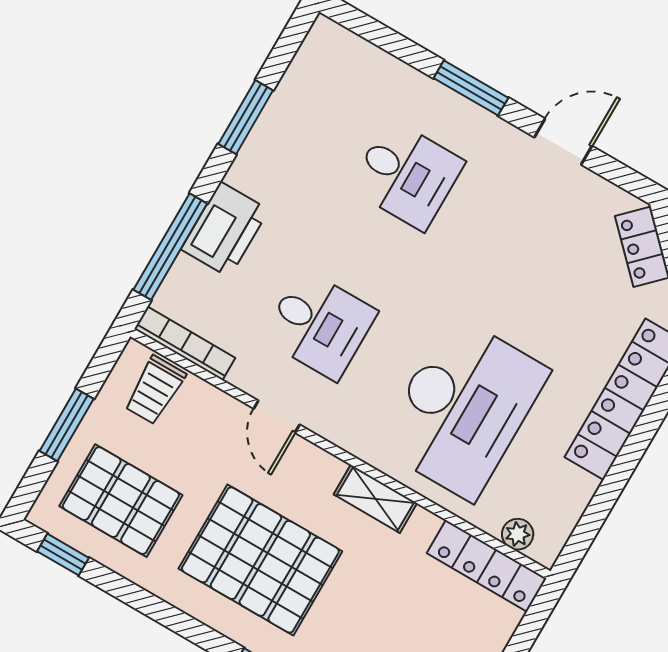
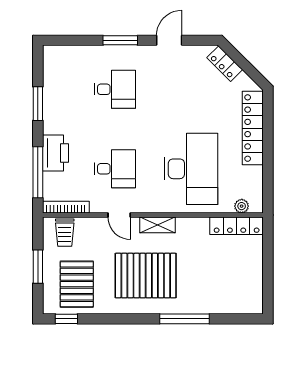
shelving: (375, 499) -> (157, 225), moved
pallet: (121, 501) -> (77, 284), turned 90

